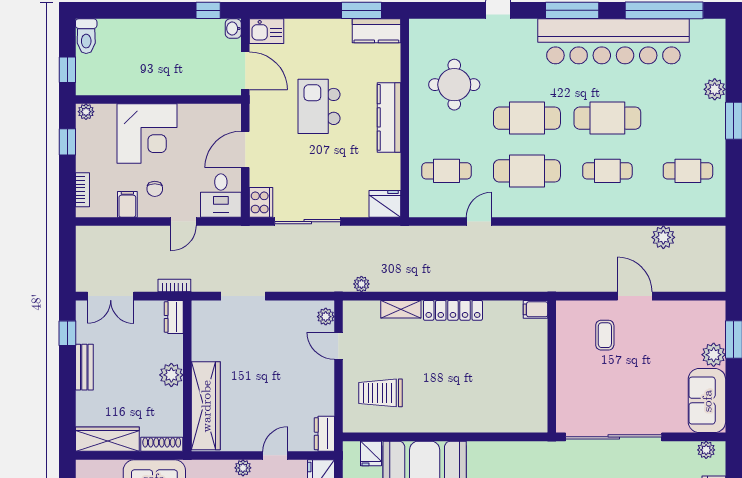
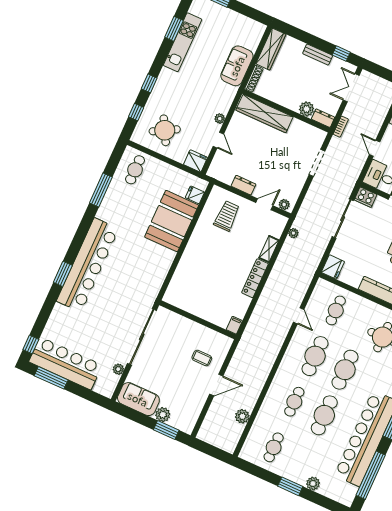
plant: (171, 375) -> (307, 109), moved
dresser: (324, 434) -> (243, 185), moved
plant: (706, 450) -> (118, 369), moved

